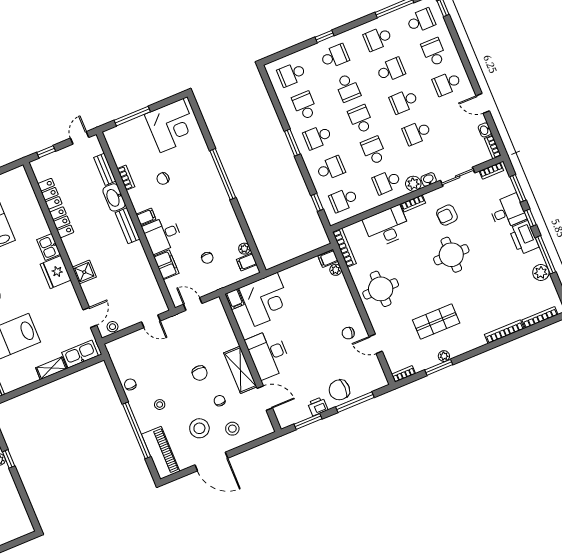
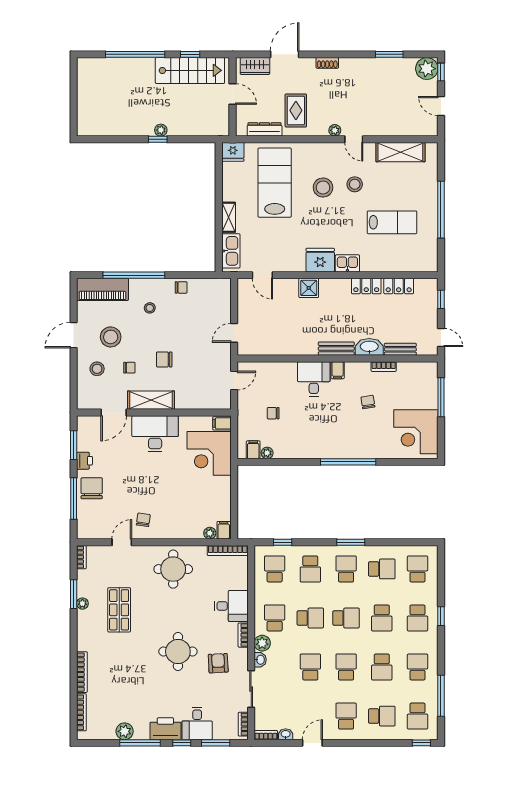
school desk: (348, 88) -> (382, 618), turned -90
desk: (387, 227) -> (231, 606), width x0.73
filing cabinet: (166, 265) -> (283, 371), removed
stool: (113, 327) -> (244, 293), removed
door: (211, 462) -> (74, 335), width x0.73

